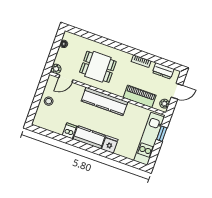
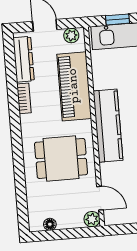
dining table: (98, 67) -> (61, 158), turned 90
dresser: (163, 71) -> (24, 59), width x1.44
piano: (140, 96) -> (74, 86), width x1.37, depth x1.33

